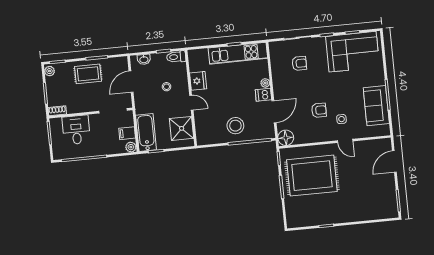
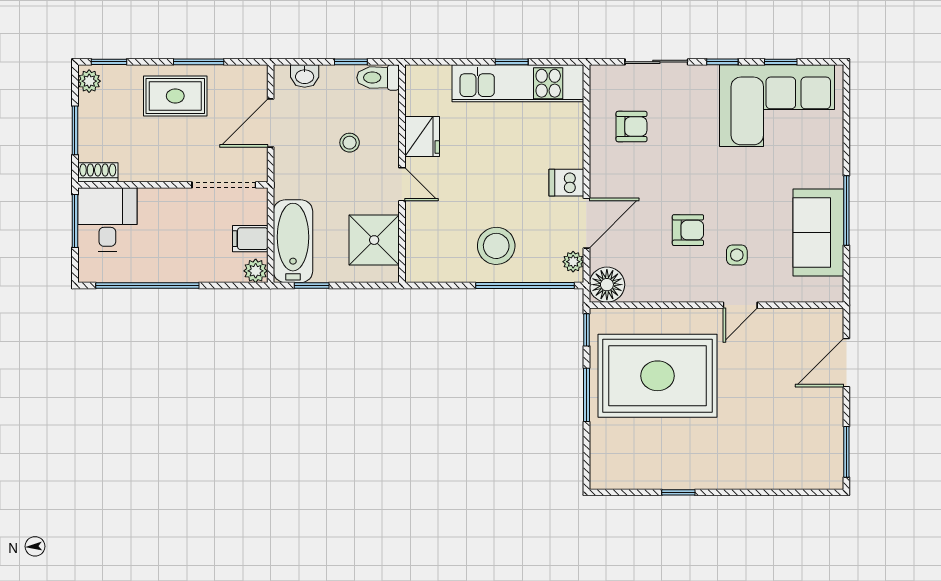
armchair: (299, 63) -> (632, 127), moved
plant: (265, 83) -> (573, 262), moved
desk: (76, 130) -> (107, 220), moved
door: (345, 141) -> (740, 305), hinge flipped

